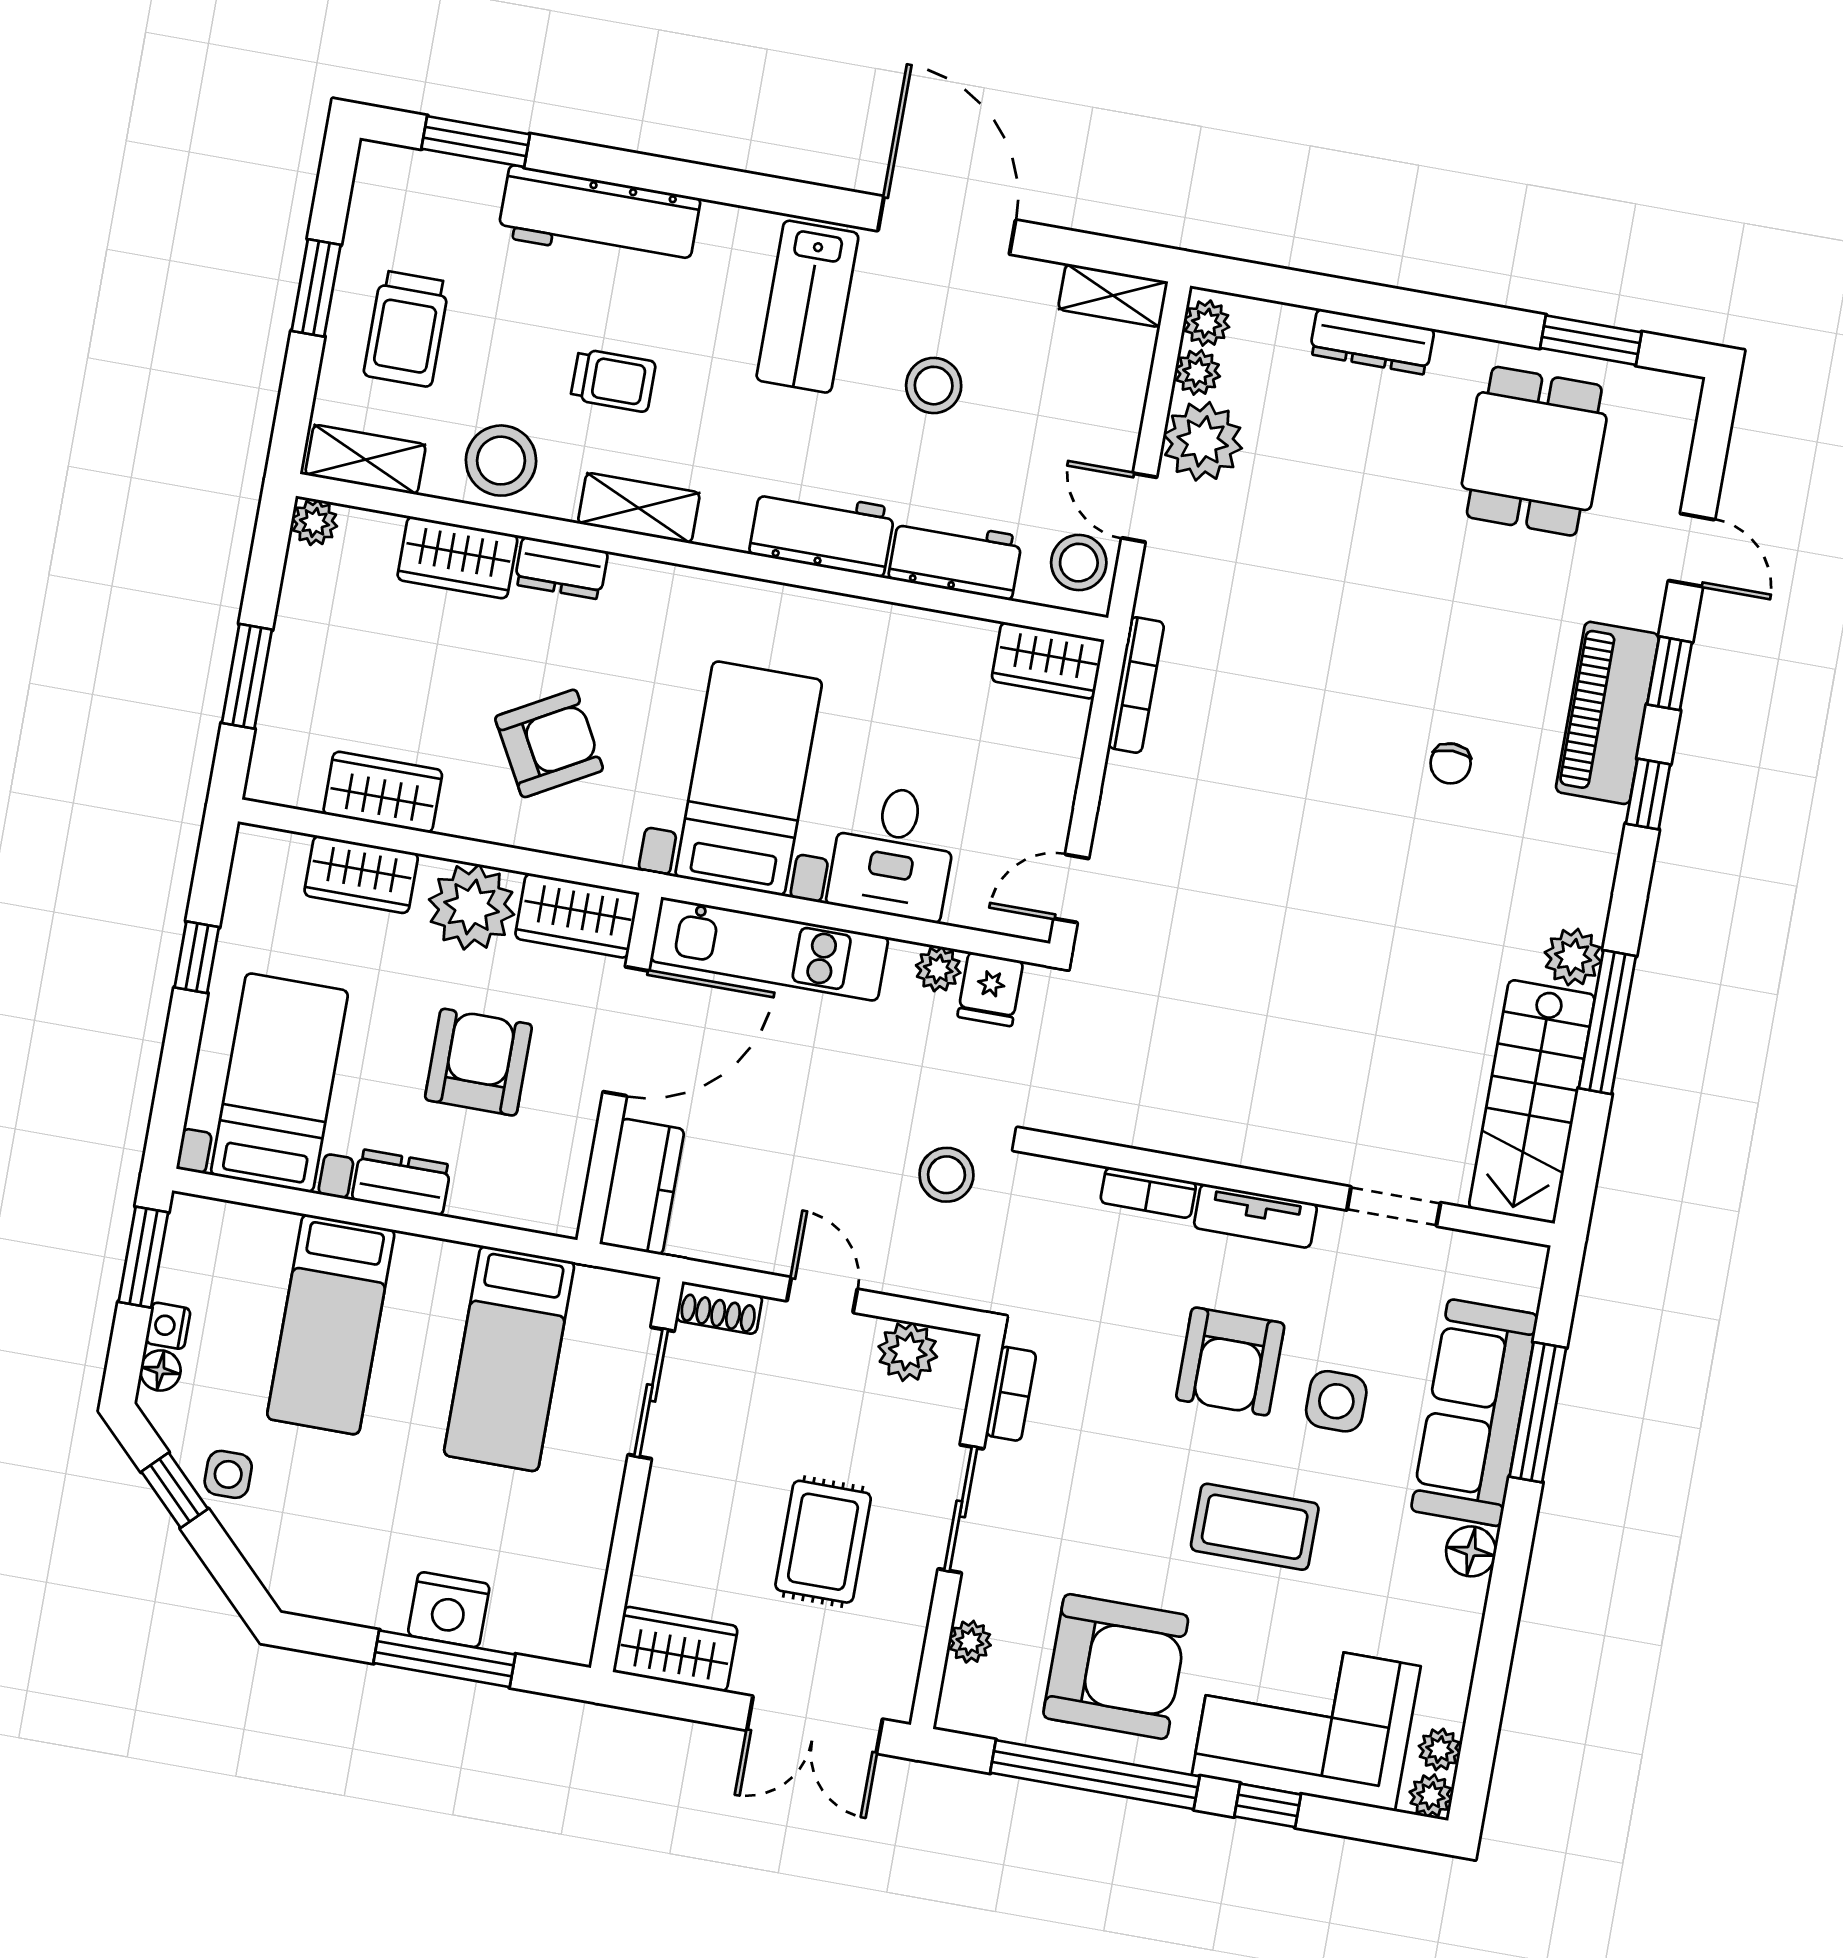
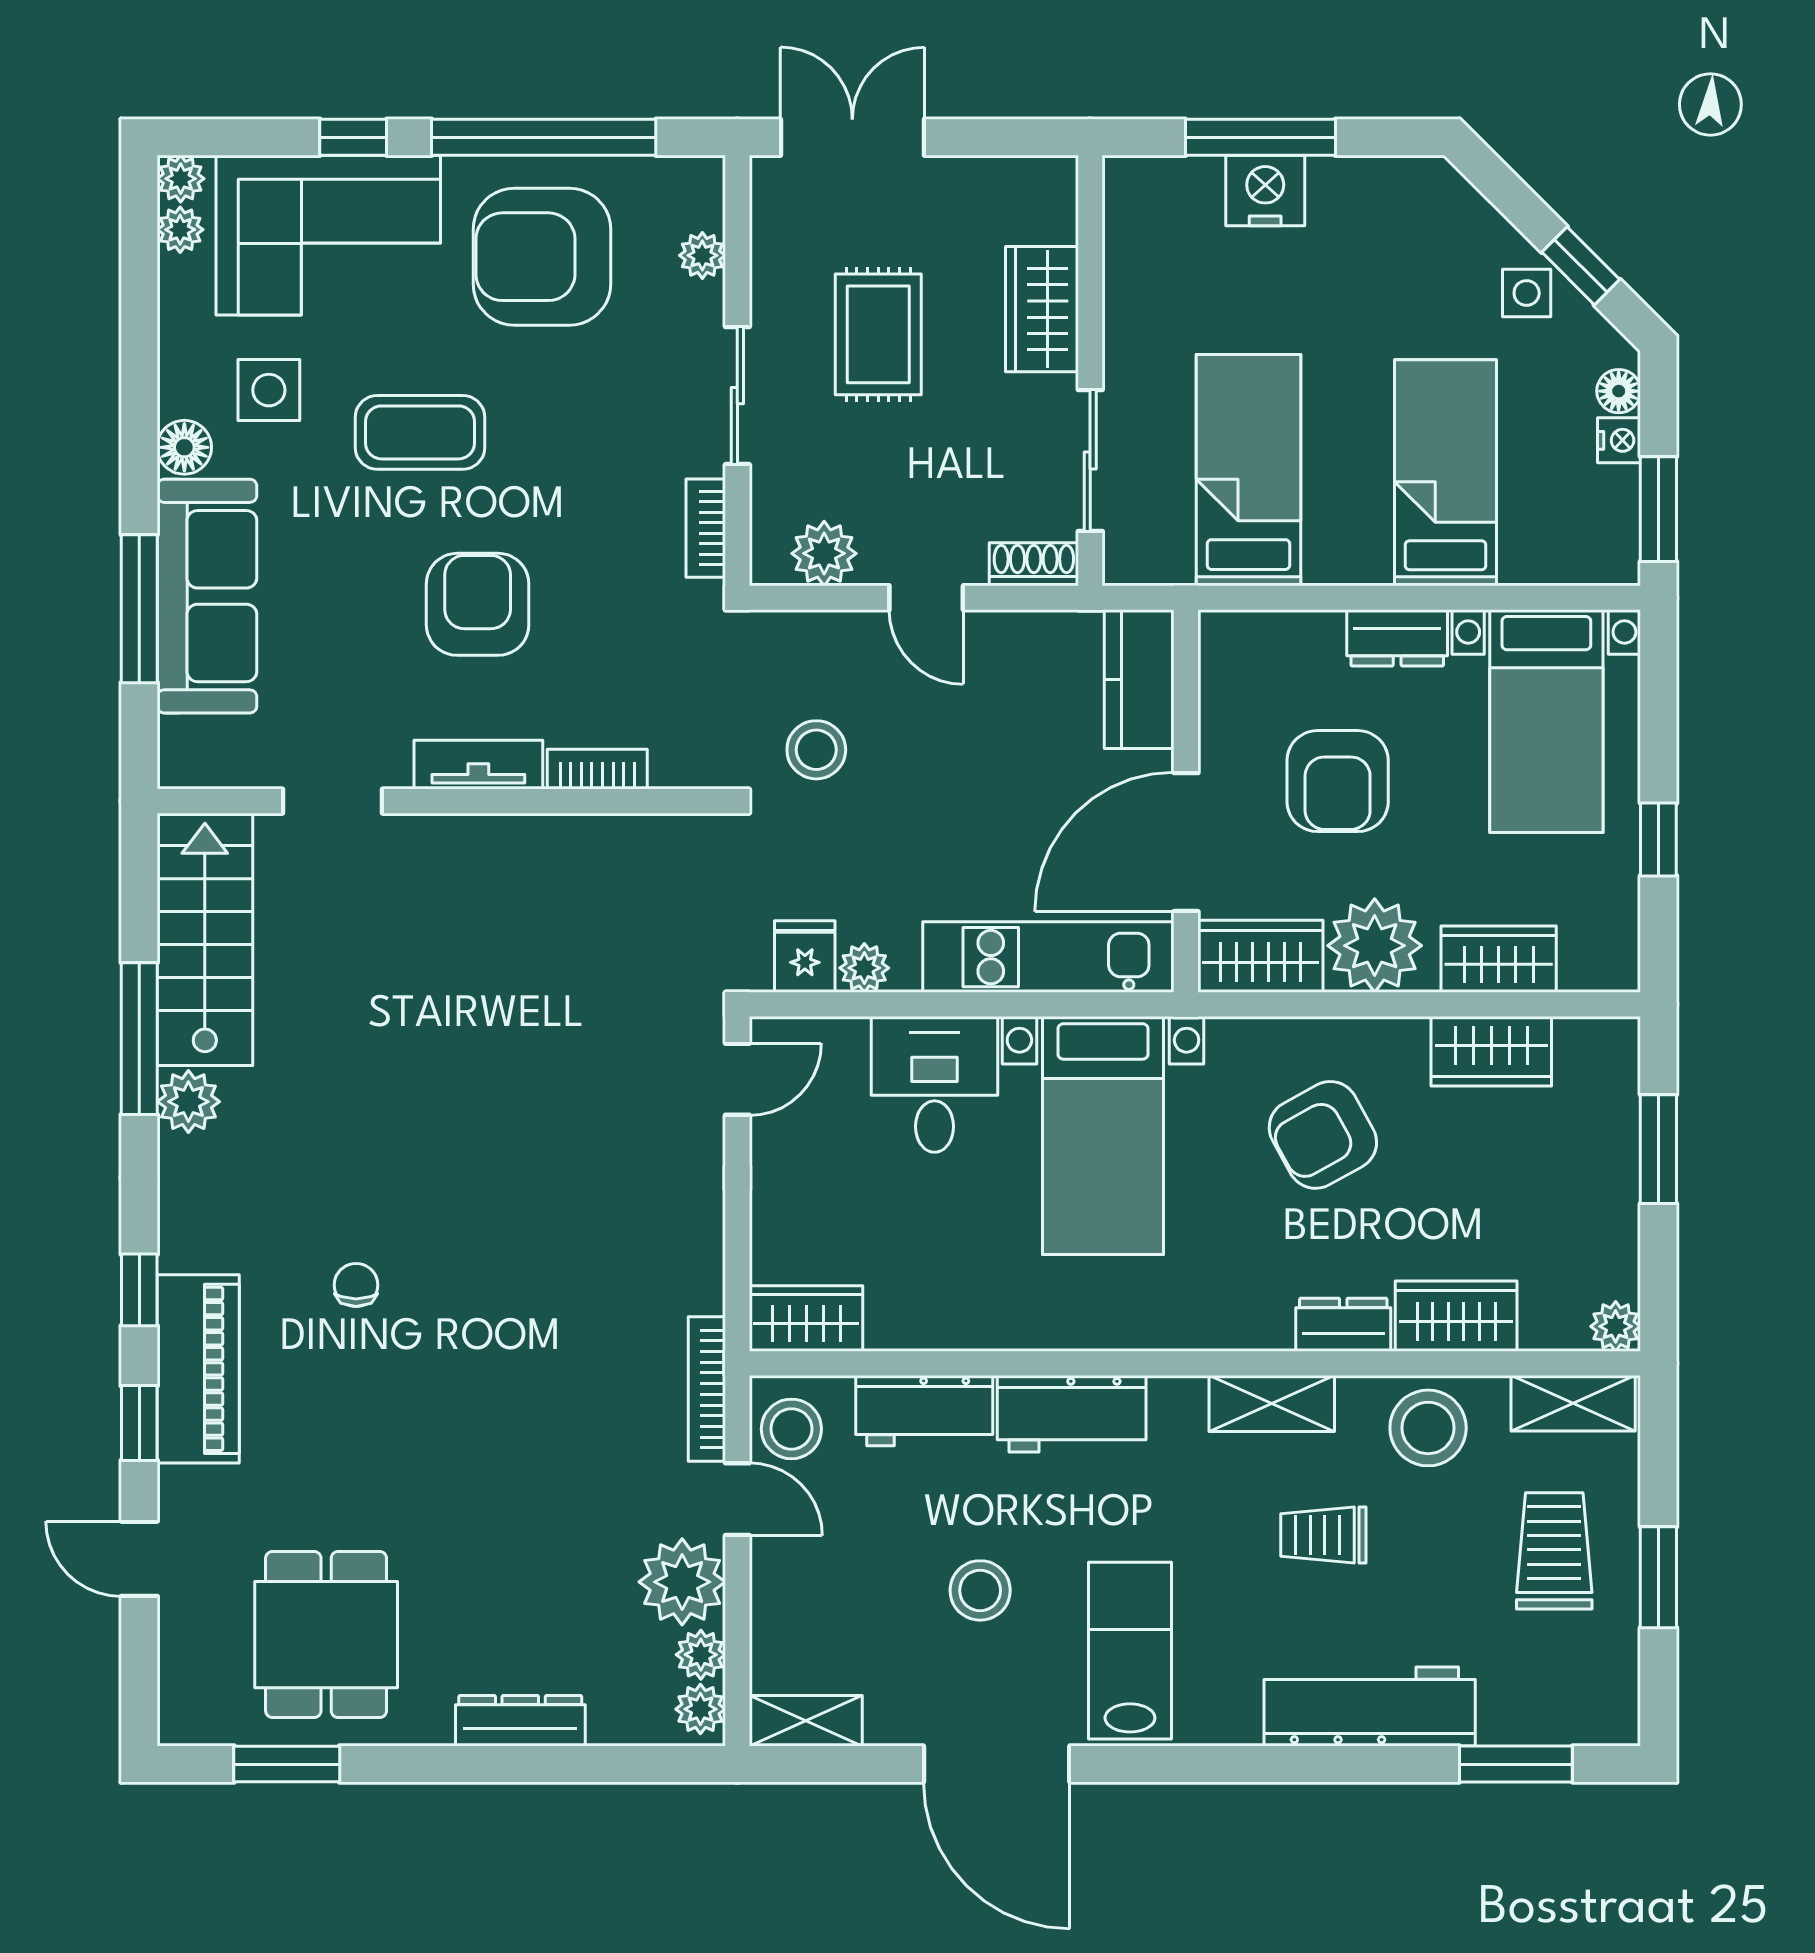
bookcase: (1136, 685) -> (707, 1389), moved
side table: (1336, 1401) -> (269, 390), moved
wardrobe: (675, 1649) -> (1042, 309), moved, turned 90

